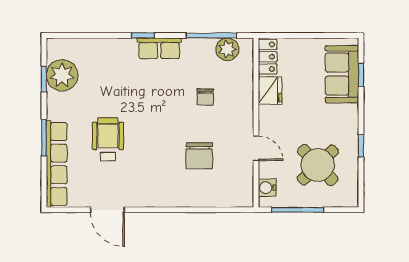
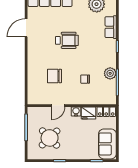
row of seats: (159, 48) -> (111, 27), moved
plant: (227, 49) -> (110, 73), moved
sofa: (342, 74) -> (107, 144), moved, turned -90
wheelchair: (108, 139) -> (67, 40), moved
water cooler: (267, 188) -> (76, 111), moved

